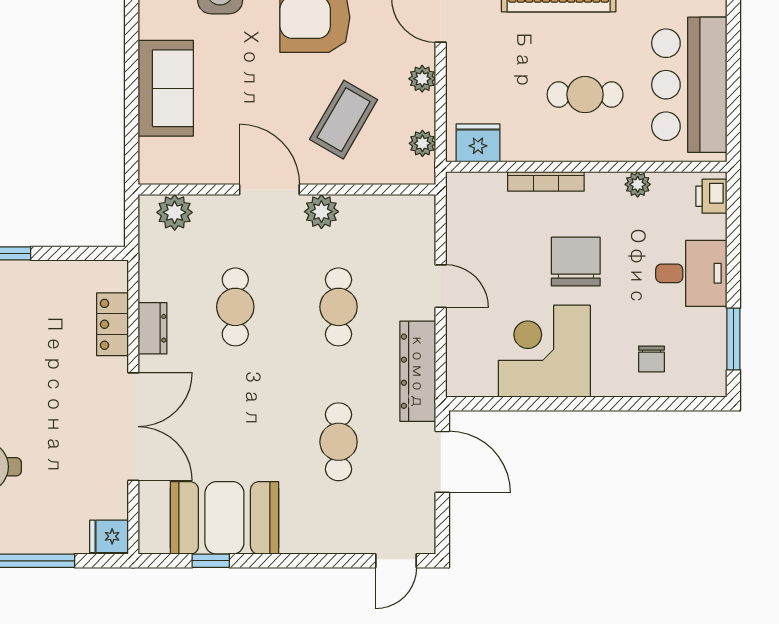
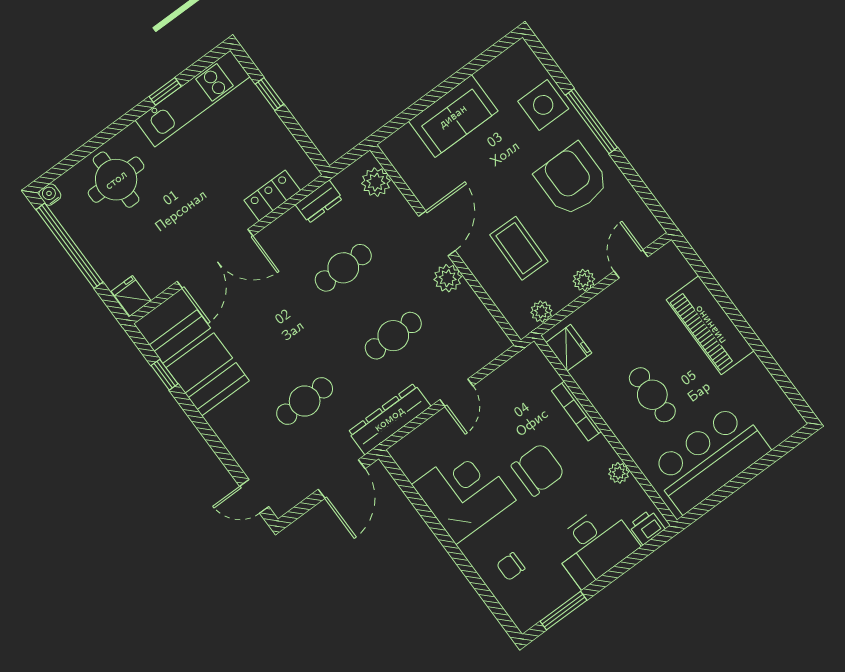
coffee table: (344, 120) -> (519, 248), turned 61
desk: (691, 273) -> (594, 545), width x1.37
dresser: (153, 328) -> (319, 202), moved

